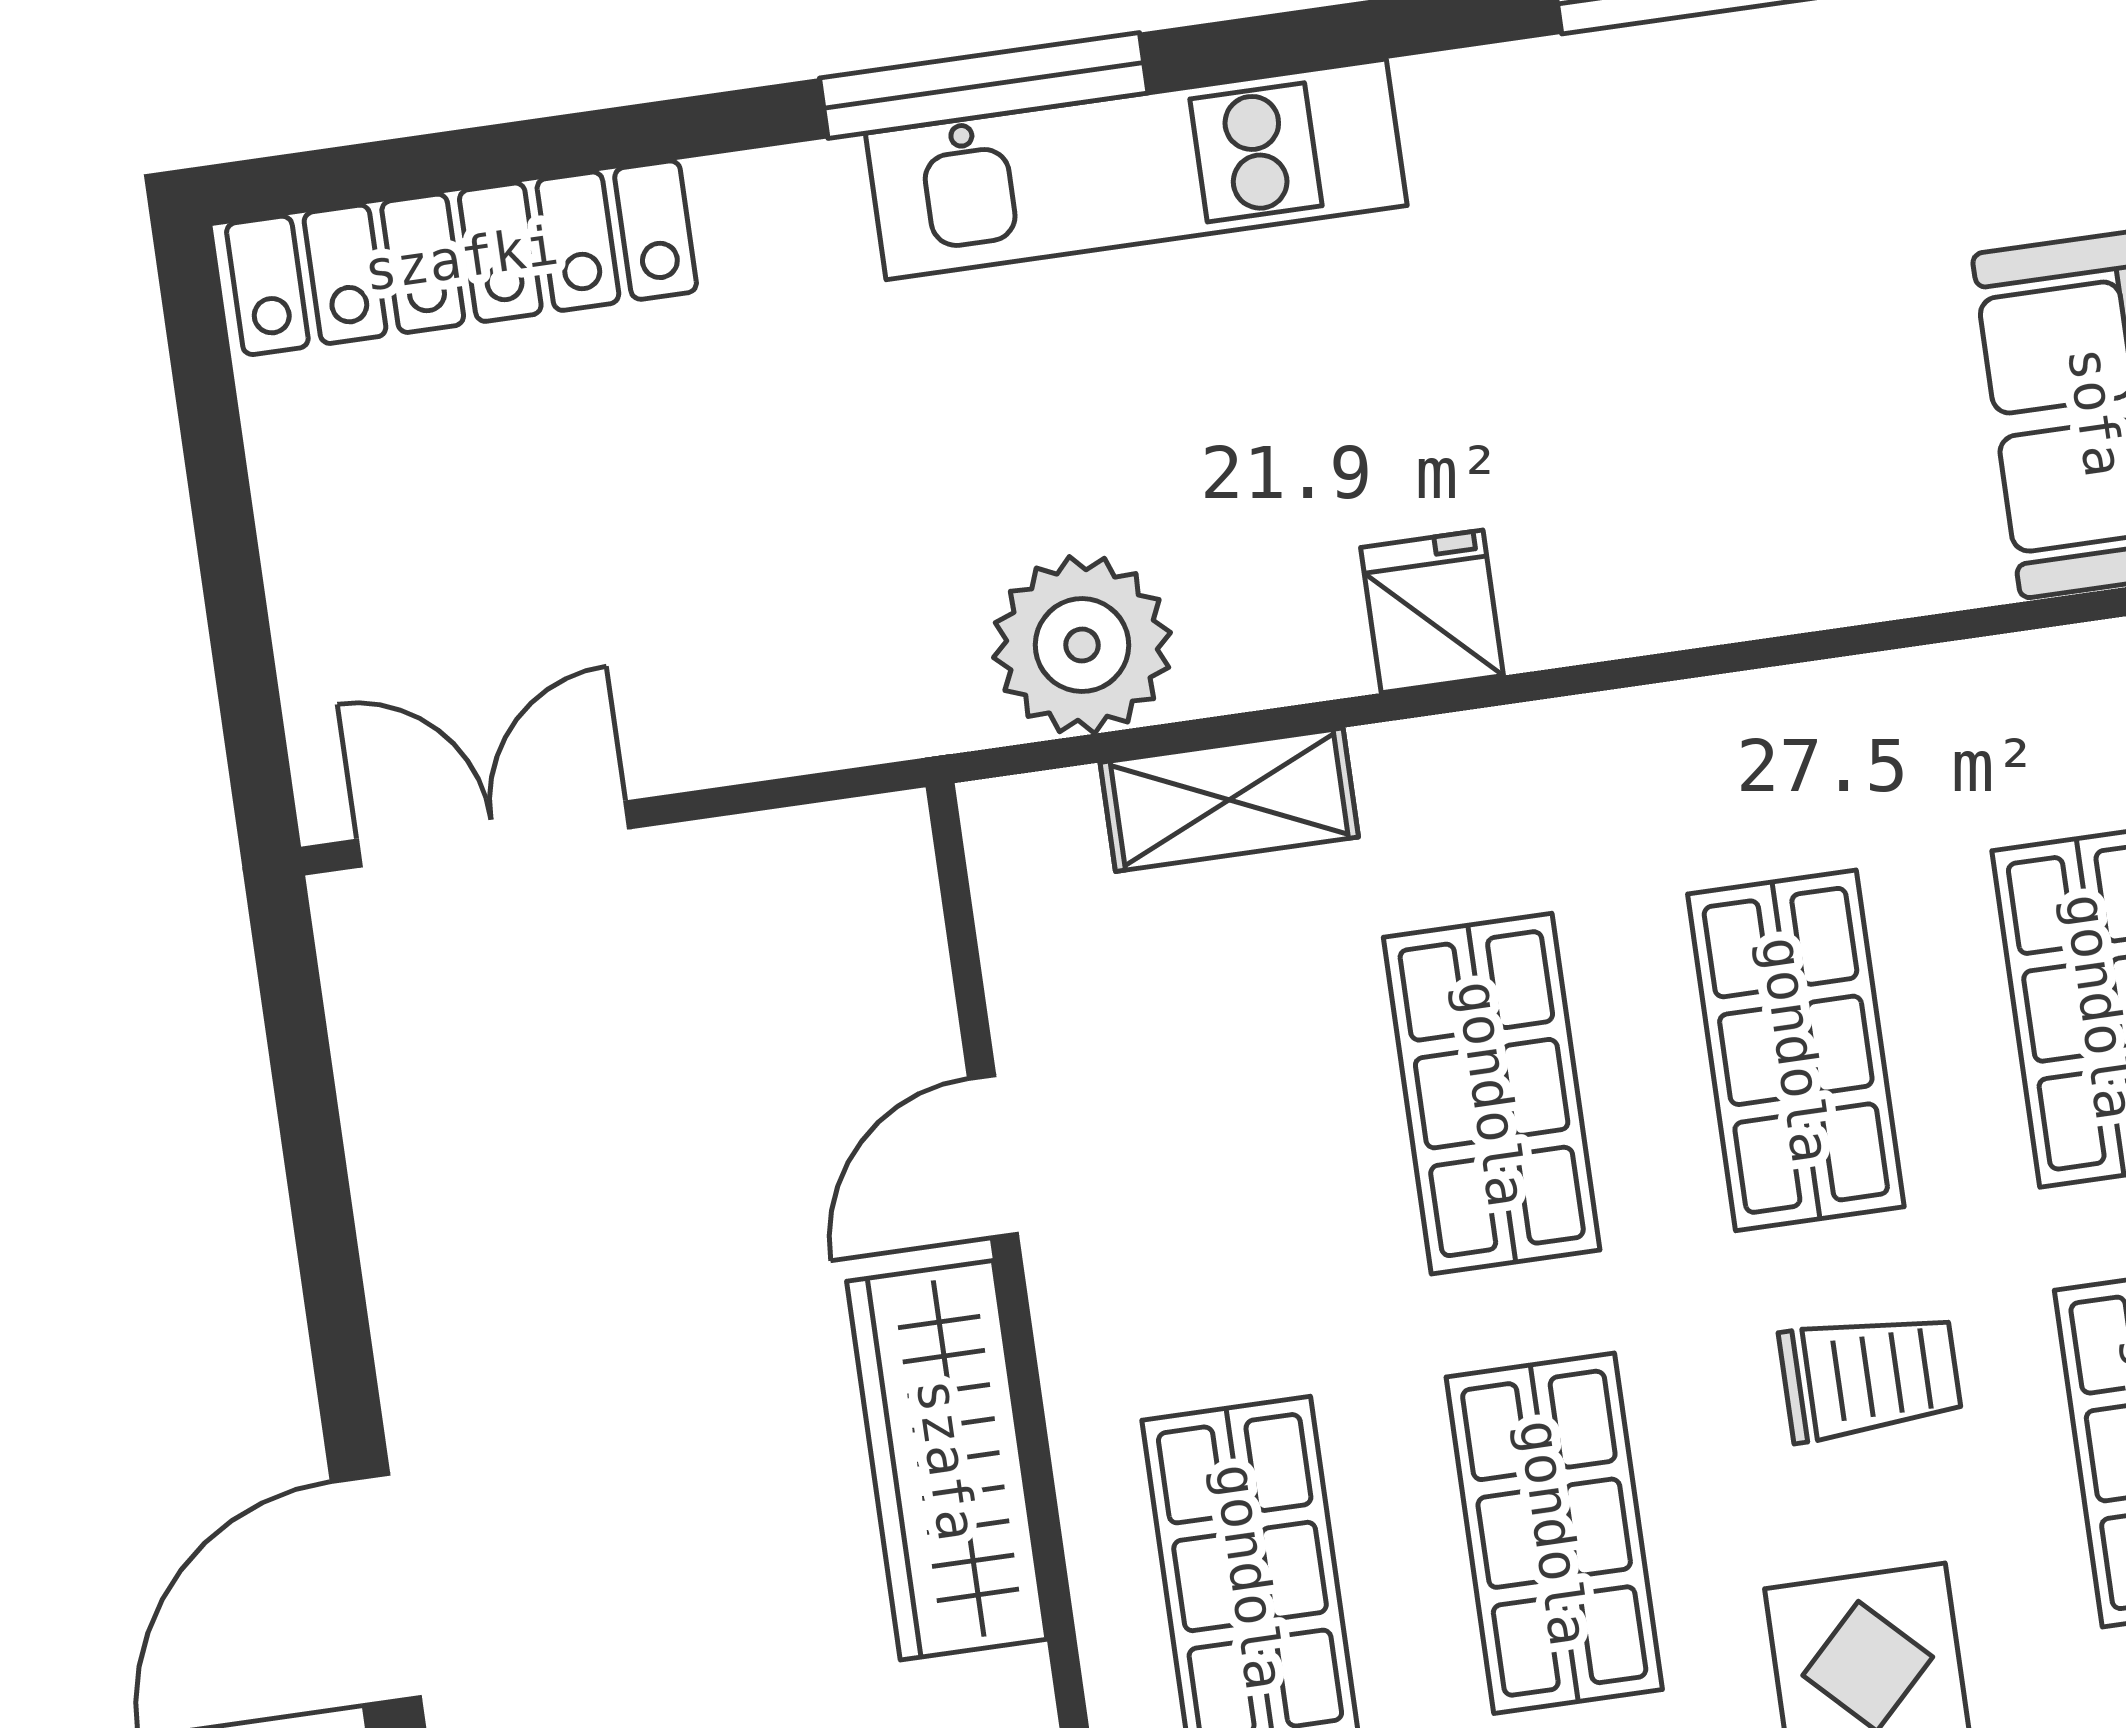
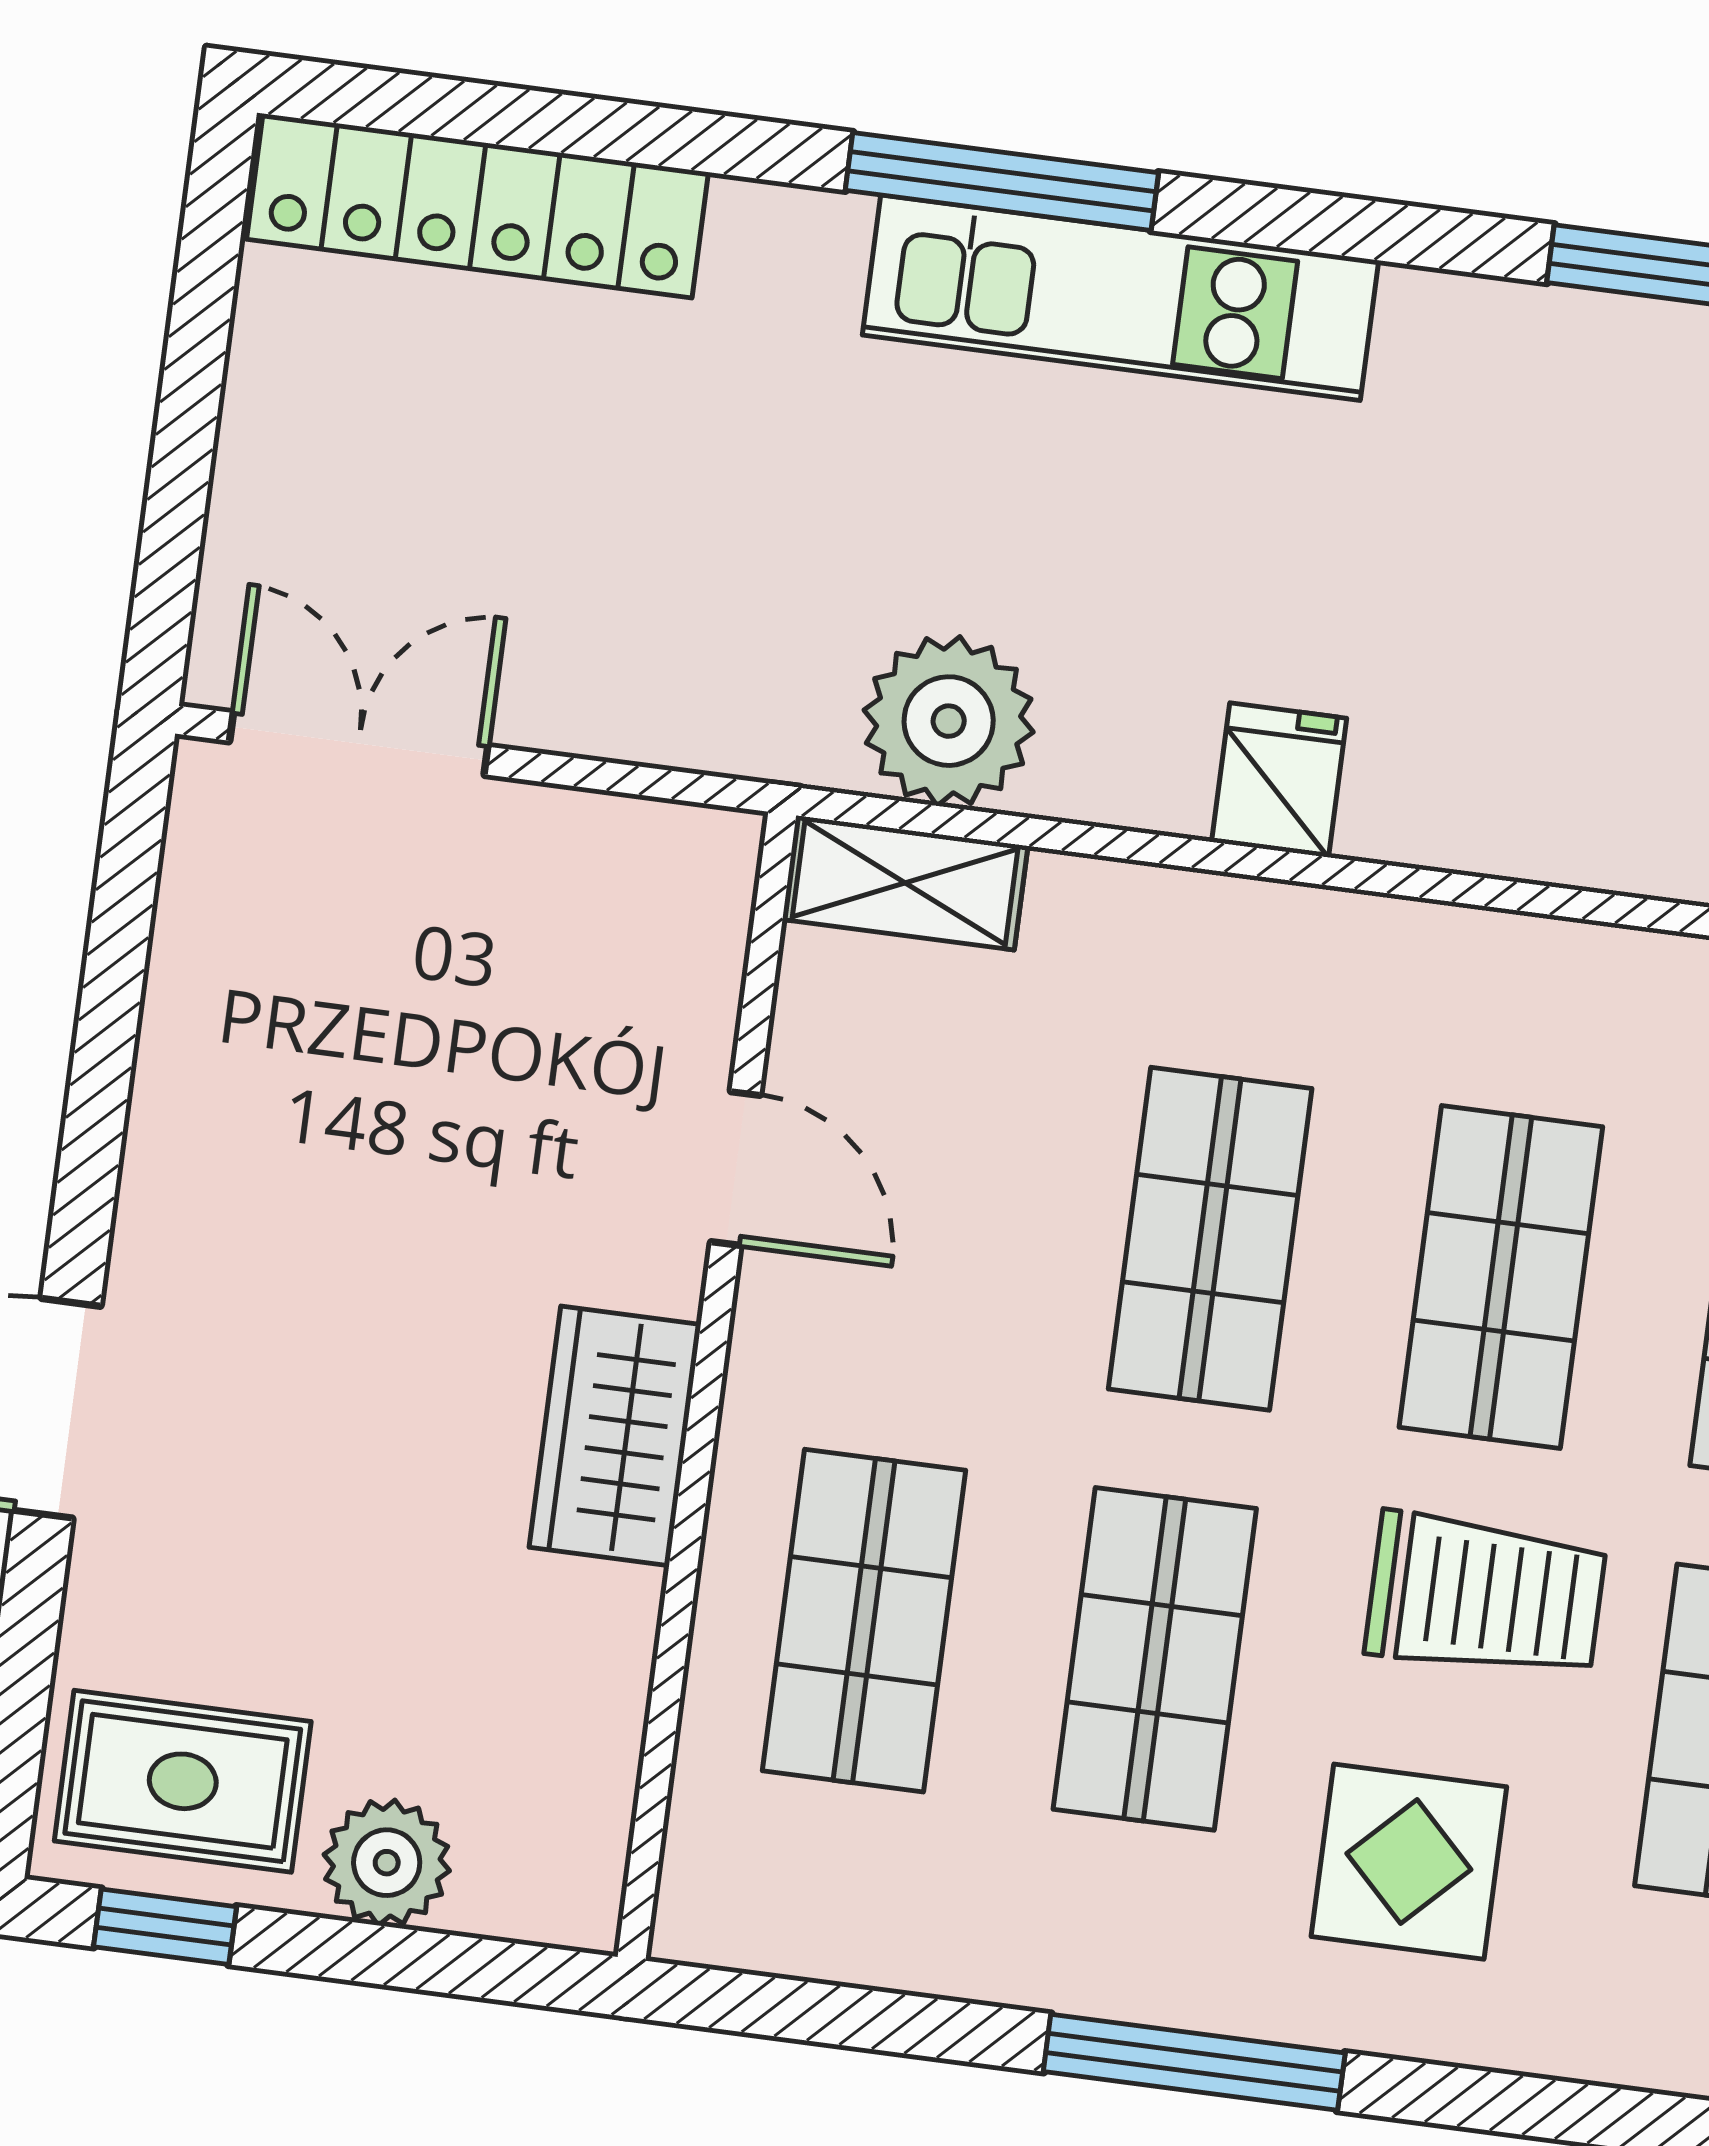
shelving: (1229, 800) -> (905, 883), moved
door: (993, 1157) -> (735, 1168), swing flipped
trolley: (1870, 1376) -> (1486, 1596), width x1.36, depth x1.39
wardrobe: (947, 1460) -> (615, 1436), width x0.67

